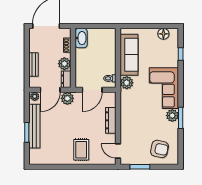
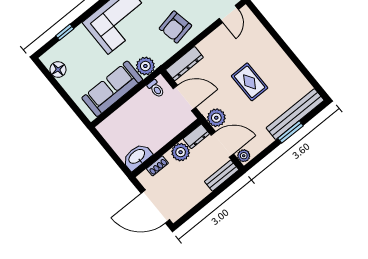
bench: (34, 65) -> (222, 176), moved
armchair: (135, 116) -> (175, 27), added
dresser: (111, 120) -> (185, 64), moved
bench: (34, 126) -> (295, 114), moved
rug: (81, 150) -> (250, 82), moved, turned 90

